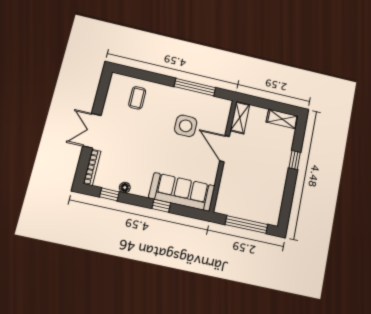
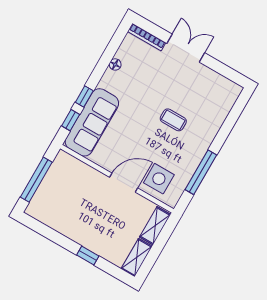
coffee table: (137, 98) -> (173, 120), moved
shelving: (240, 118) -> (155, 226), moved, turned 90
side table: (186, 126) -> (159, 179), moved
window: (109, 194) -> (71, 120), moved

